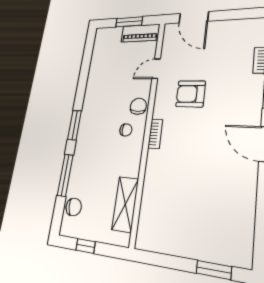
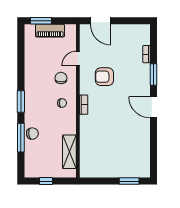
window: (129, 22) -> (41, 21), moved
piano: (140, 33) -> (50, 31), moved
chair: (138, 106) -> (61, 78), moved
chair: (74, 207) -> (32, 134), moved

